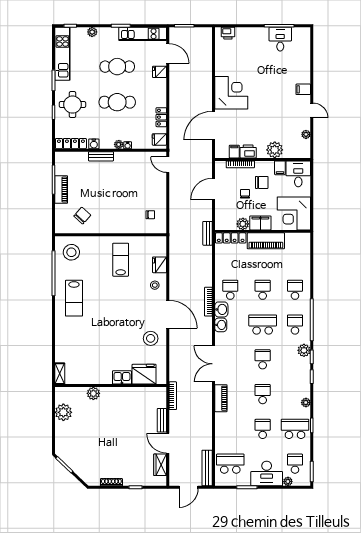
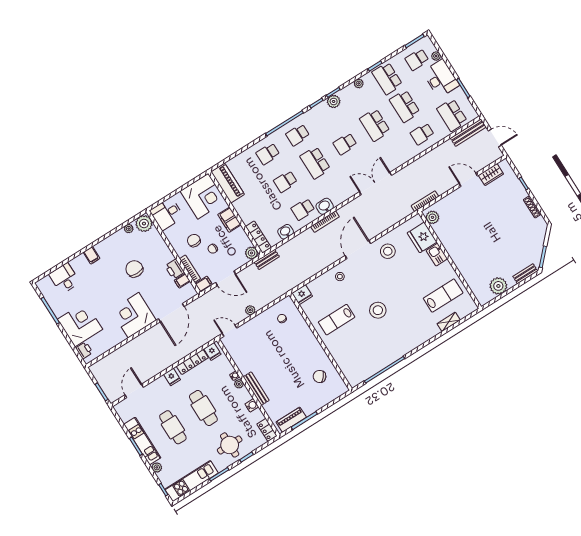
kitchen unit: (143, 34) -> (142, 441), moved
desk: (280, 39) -> (64, 278), moved, turned 90
corner desk: (252, 43) -> (80, 324), added
fridge: (160, 72) -> (172, 377), moved
door: (312, 110) -> (105, 237), removed
locker: (161, 117) -> (192, 362), width x1.53
chair: (269, 118) -> (134, 269), added
door: (214, 126) -> (171, 313), hinge flipped
locker: (71, 144) -> (267, 430), width x0.66
plant: (275, 150) -> (144, 224), moved
bench: (101, 156) -> (256, 389), width x1.36
door: (168, 165) -> (229, 331), swing flipped
filing cabinet: (280, 168) -> (204, 284), moved
piano: (61, 190) -> (291, 420), moved
plant: (174, 193) -> (250, 310), added
plant: (243, 224) -> (251, 253), moved
piano: (266, 241) -> (228, 183), moved
stool: (71, 252) -> (378, 310), moved
fridge: (160, 265) -> (302, 295), moved
lab bench: (74, 298) -> (443, 296), moved
washbasin: (221, 325) -> (286, 232), moved
plant: (304, 350) -> (334, 101), moved
double door: (214, 364) -> (376, 184), swing flipped
shelving: (60, 374) -> (449, 322), moved
plant: (93, 393) -> (432, 217), moved
school desk: (263, 394) -> (375, 125), width x1.85
piano: (221, 398) -> (401, 159), removed
bench: (162, 420) -> (525, 274), moved
school desk: (230, 429) -> (422, 134), added
school desk: (263, 429) -> (405, 106), width x1.85
door: (168, 443) -> (468, 180), swing flipped

